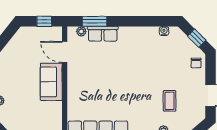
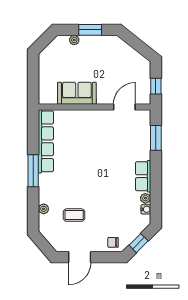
plant: (81, 31) -> (145, 198), moved
row of seats: (103, 34) -> (143, 176), moved
sofa: (51, 82) -> (77, 93), moved

